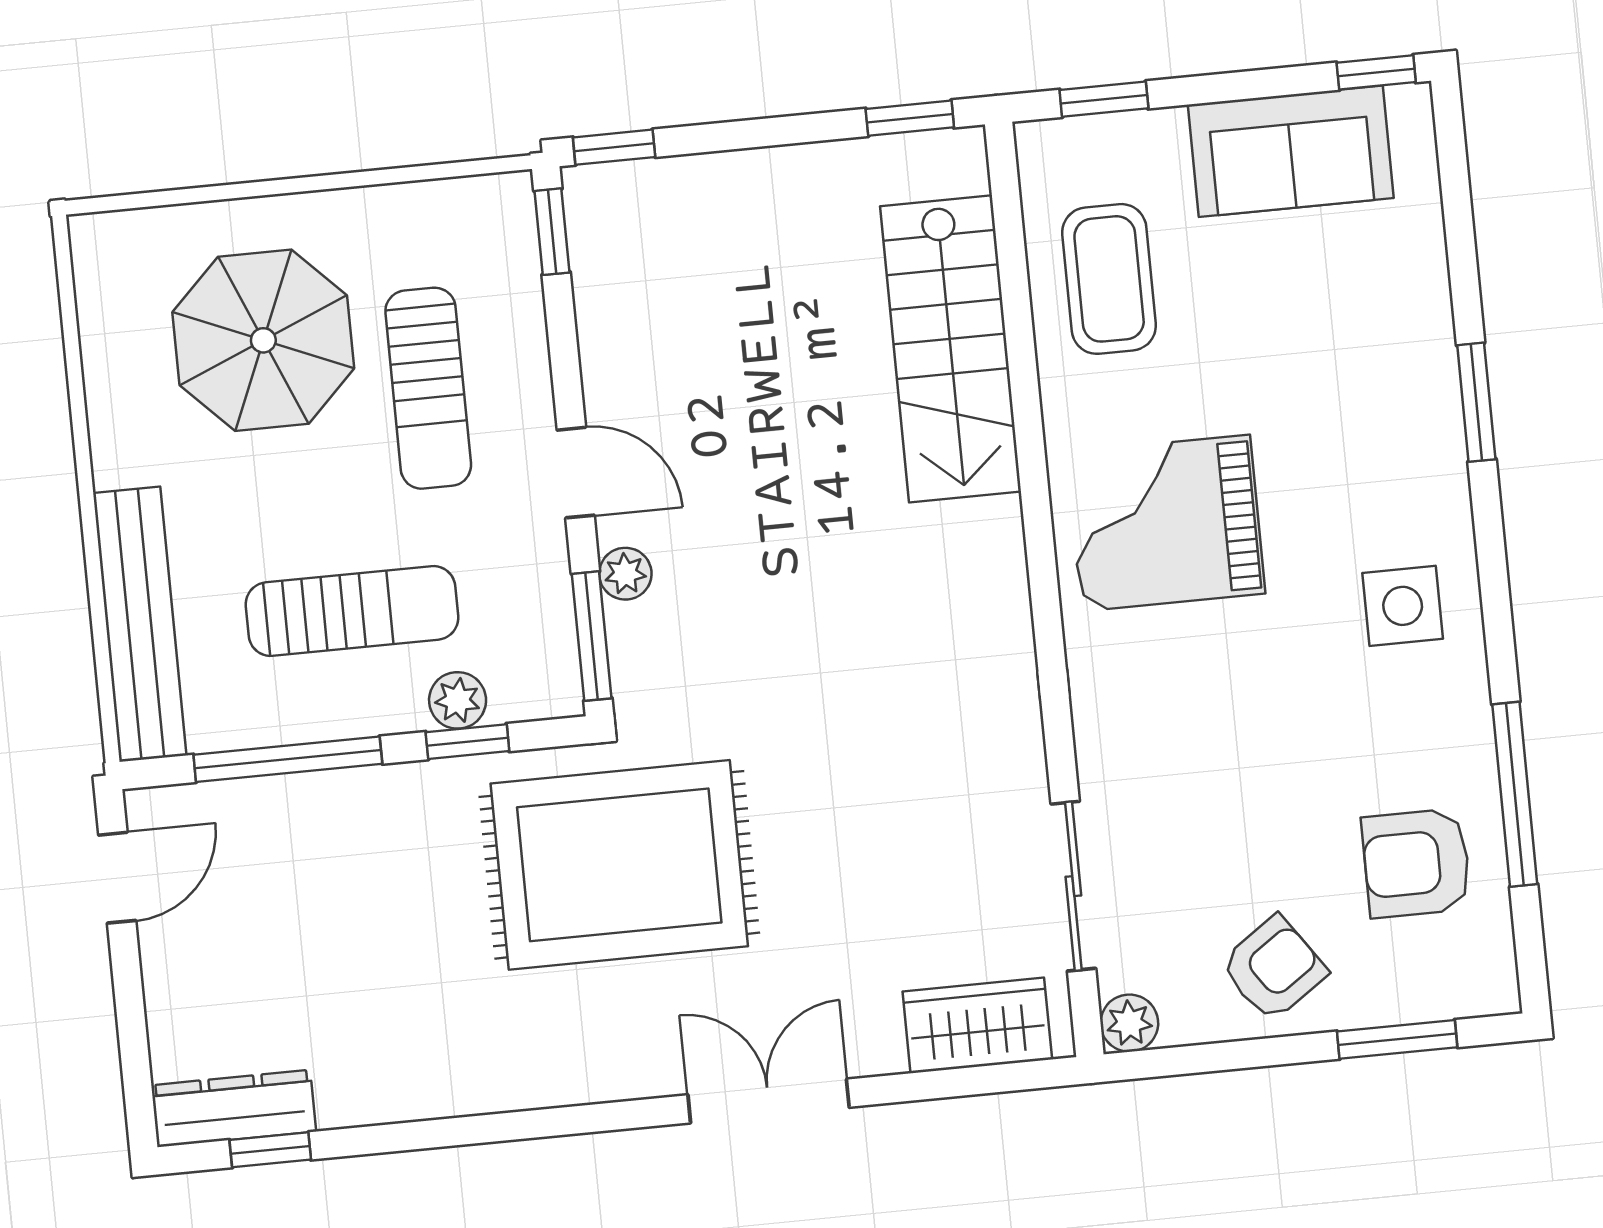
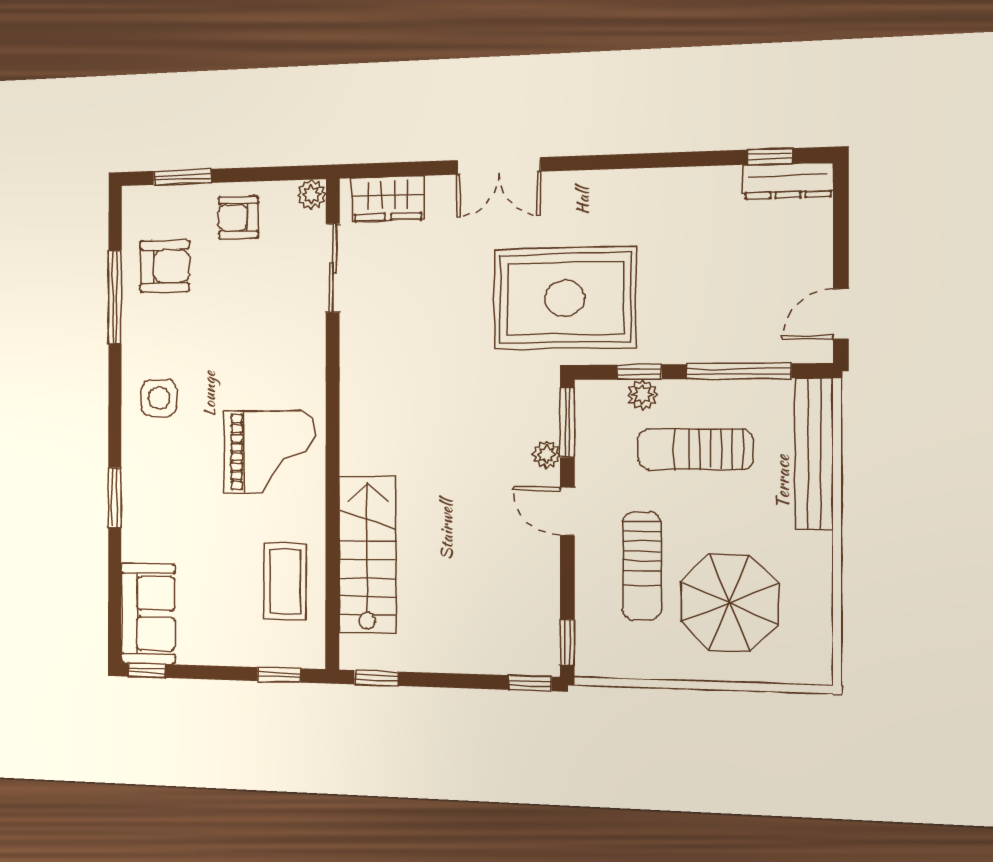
sofa: (1291, 151) -> (148, 613), moved, turned 90
sun lounger: (428, 388) -> (642, 566), turned 180
armchair: (1274, 968) -> (238, 218), turned 35

